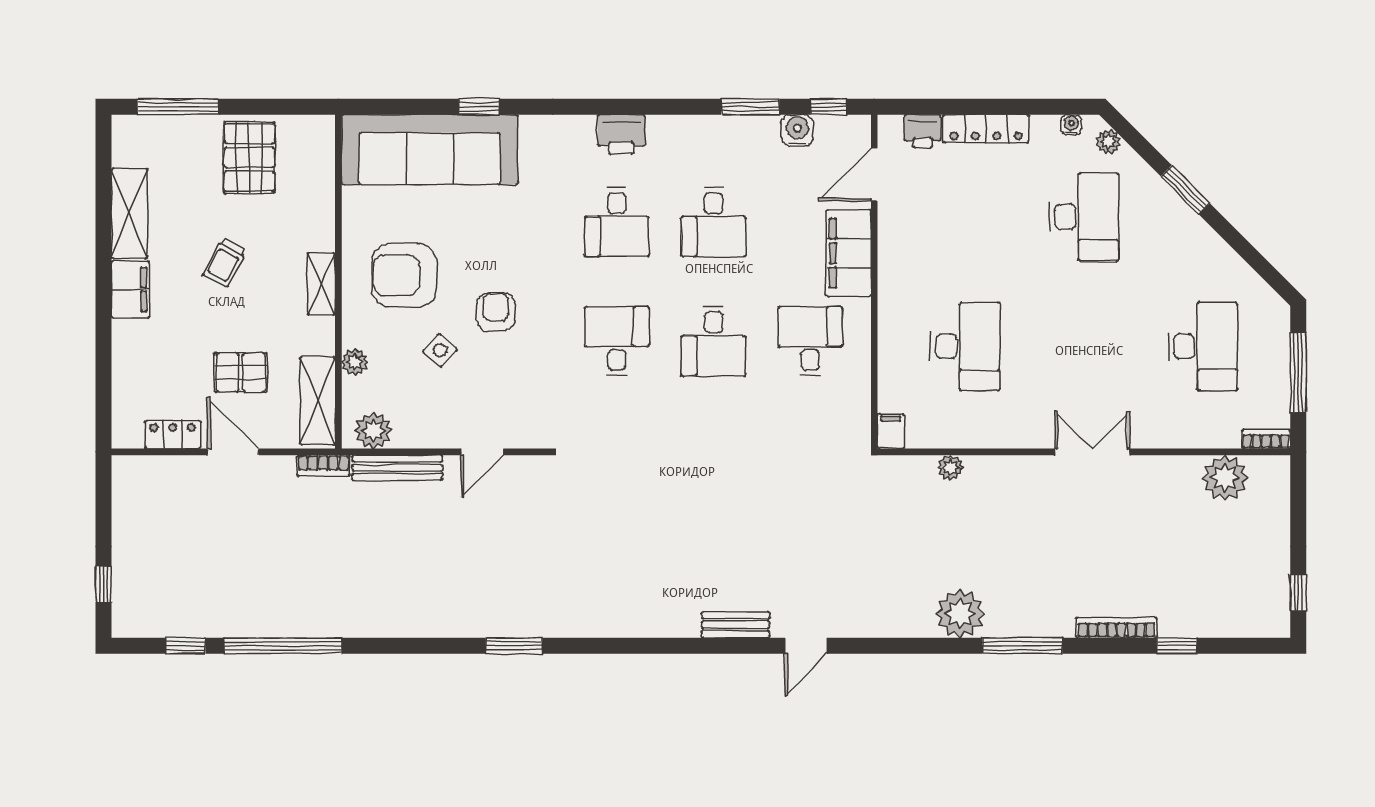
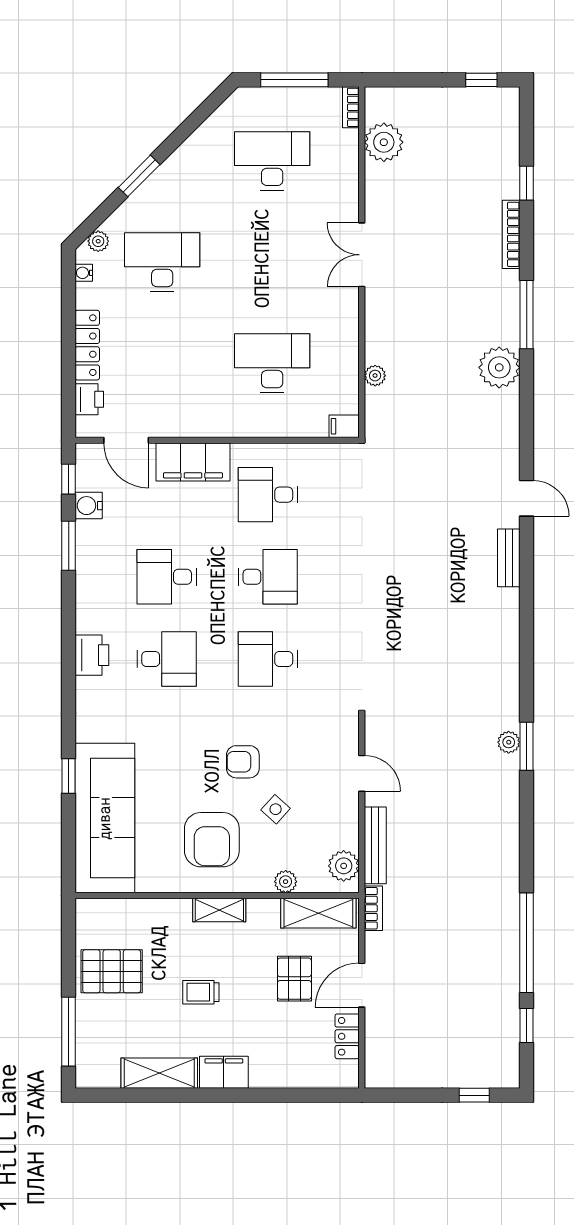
desk: (714, 222) -> (167, 577), turned 180
trolley: (225, 262) -> (201, 992), turned 152
plant: (519, 625) -> (509, 742), added

